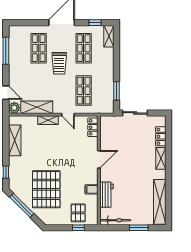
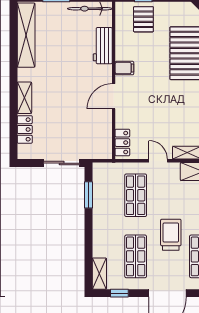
filing cabinet: (91, 189) -> (124, 68), moved

